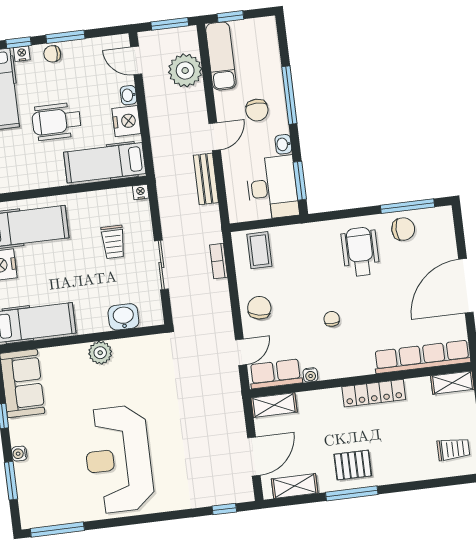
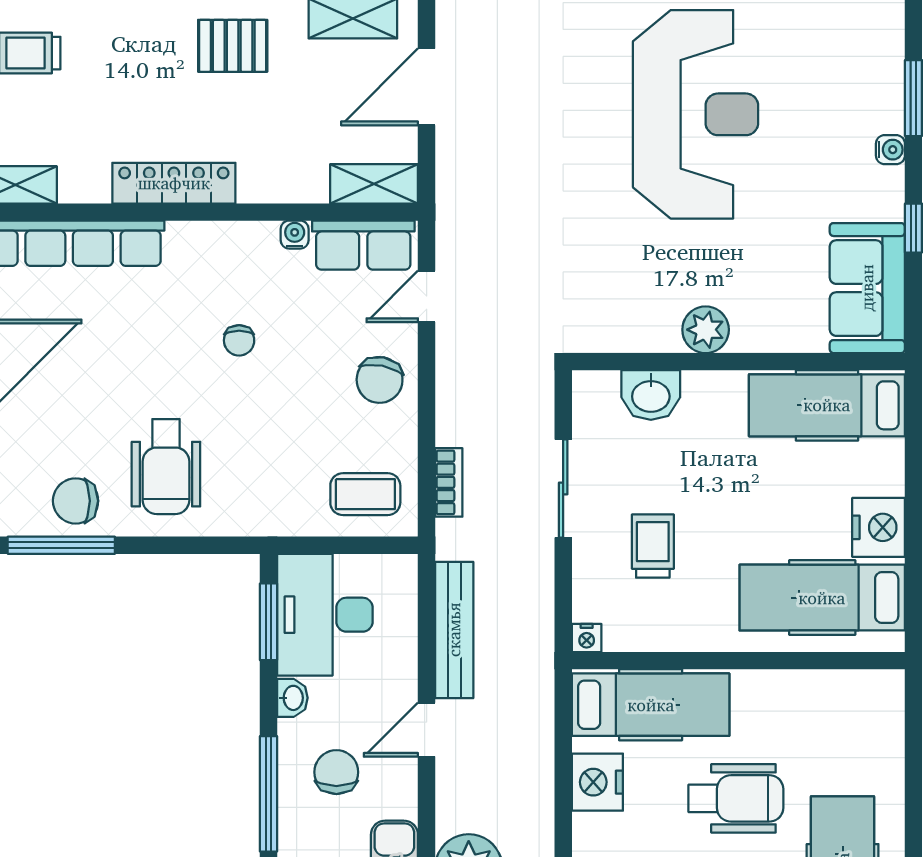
washbasin: (129, 95) -> (587, 833), removed
bench: (206, 179) -> (454, 630), width x1.36
coffee table: (259, 250) -> (365, 494), turned 90

